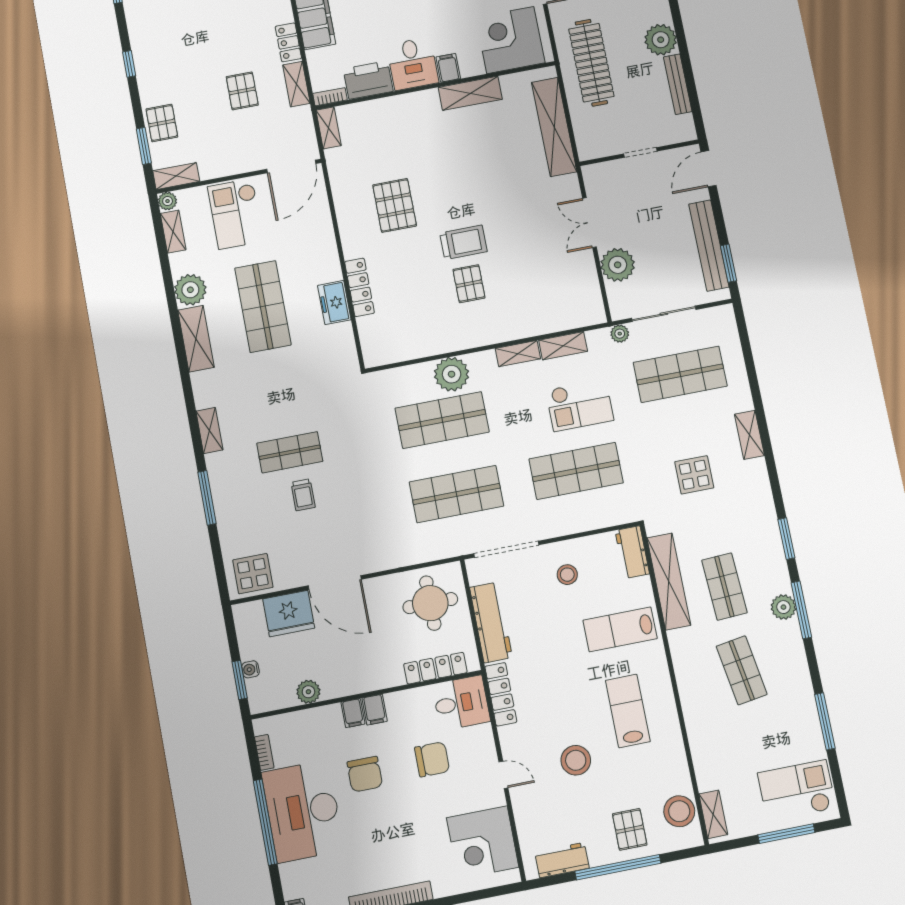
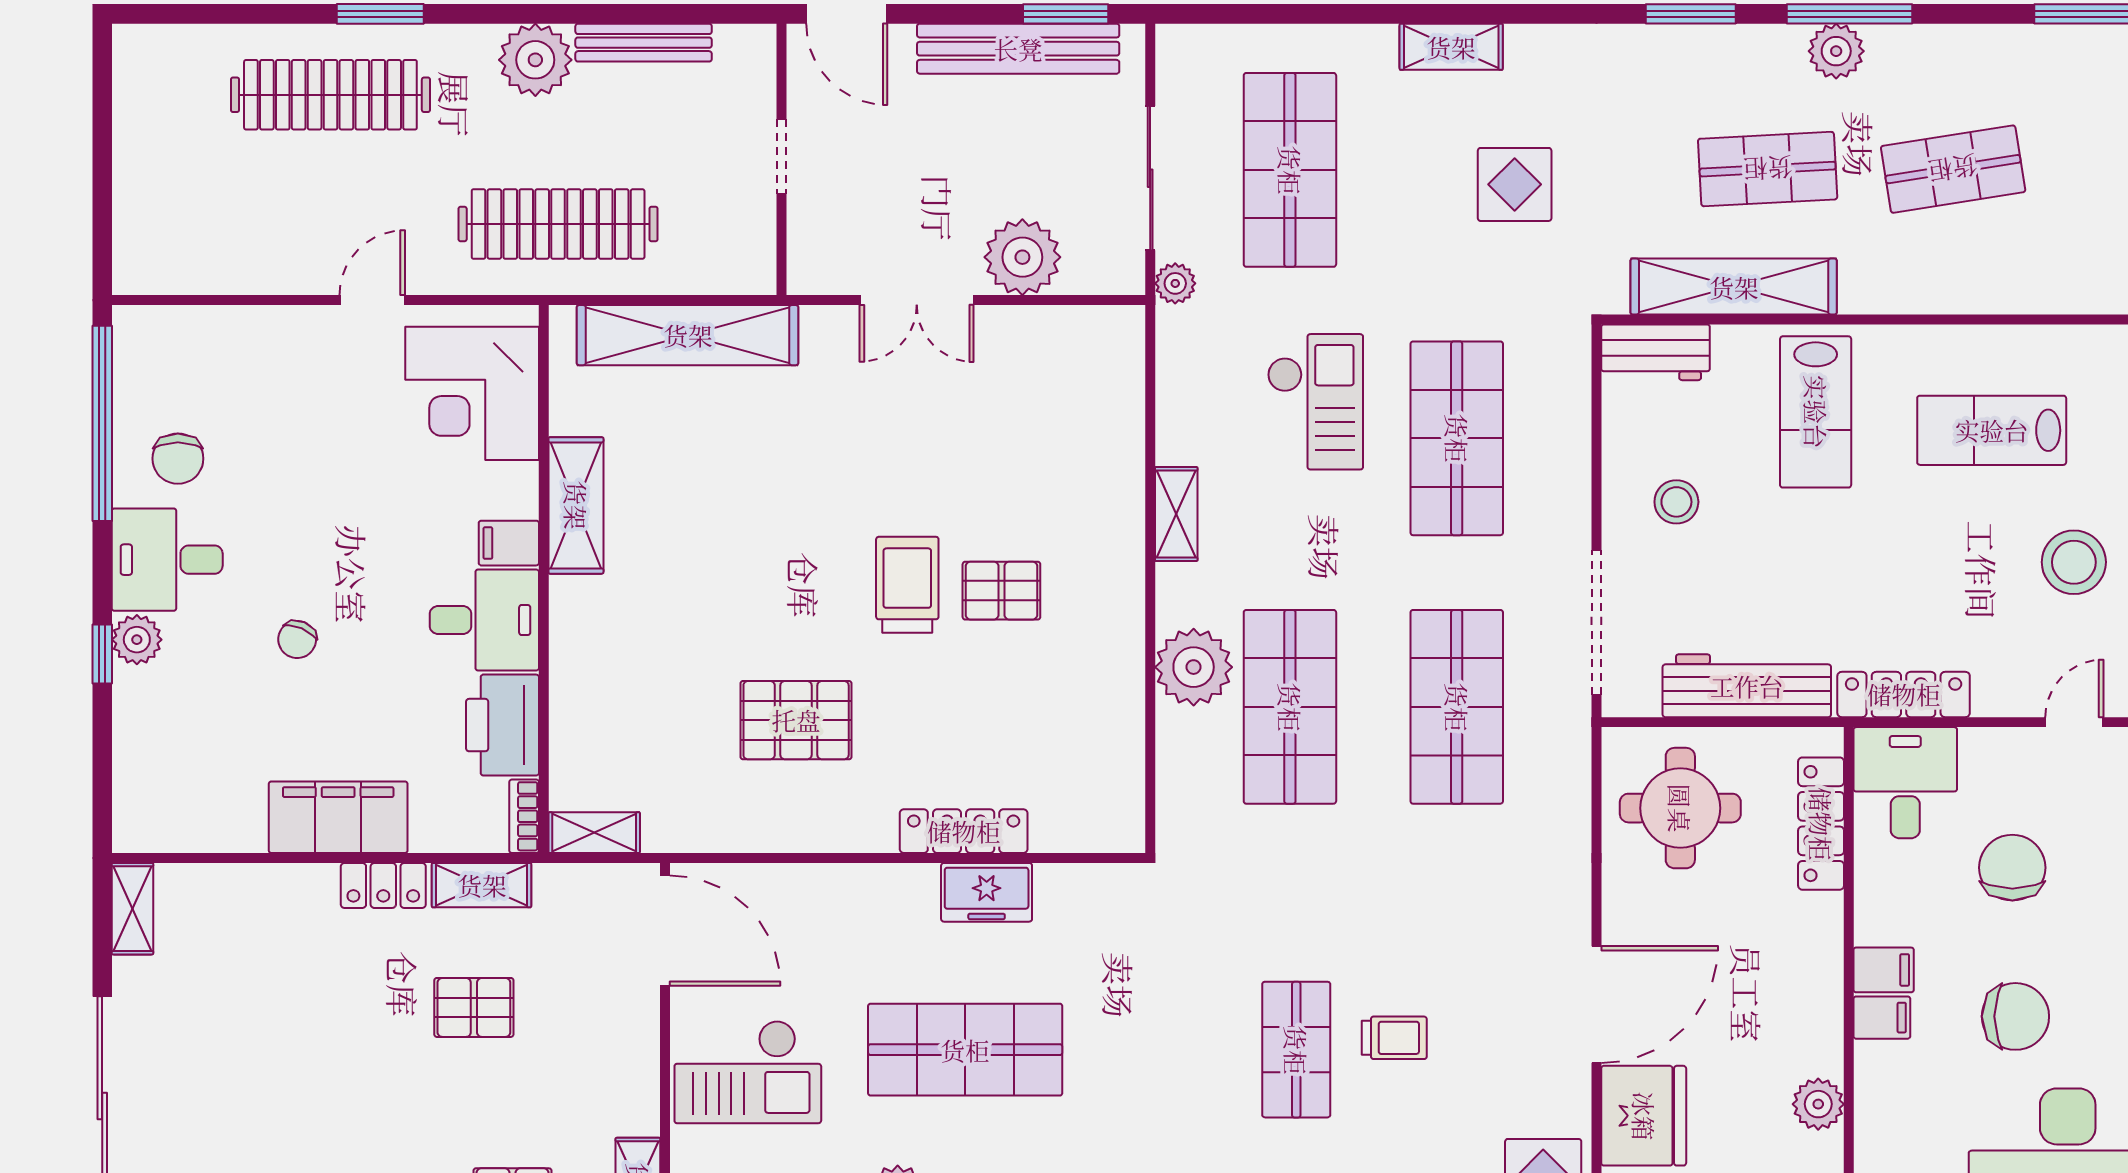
shelving: (563, 346) -> (1178, 412), removed

